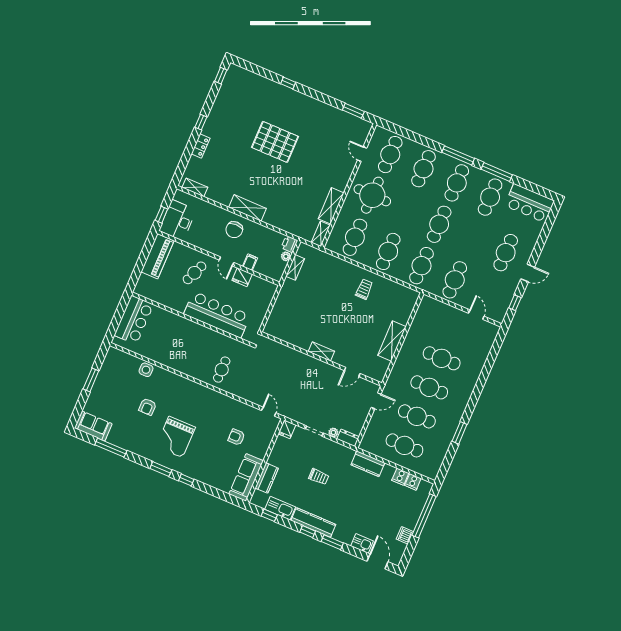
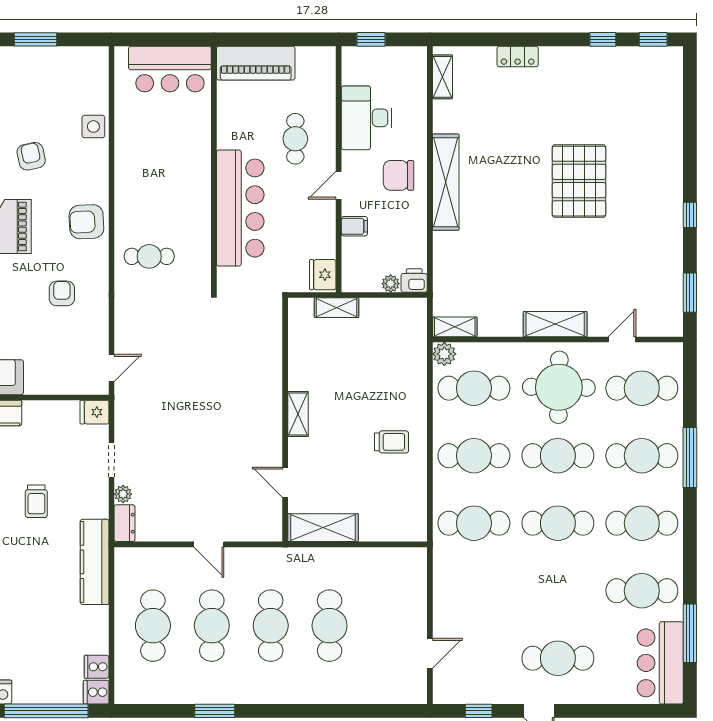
window: (288, 83) -> (690, 215), moved
window: (201, 122) -> (603, 39), moved
window: (458, 155) -> (690, 457), moved
window: (497, 172) -> (690, 633), moved
shelving: (331, 206) -> (555, 324), moved
shelving: (247, 208) -> (446, 182), width x1.47
desk: (178, 220) -> (366, 118), moved, turned -90
plant: (332, 245) -> (444, 354), added
piano: (157, 256) -> (256, 63), moved
shelving: (295, 267) -> (337, 308), moved
cafe table: (194, 273) -> (295, 139), turned 67
fridge: (242, 277) -> (323, 275), moved
cafe table: (455, 280) -> (558, 456), moved
shelving: (321, 351) -> (298, 414), moved
wall: (321, 359) -> (285, 420), moved
door: (352, 372) -> (285, 482), moved
armchair: (191, 393) -> (86, 222), added
armchair: (148, 407) -> (31, 156), turned 78
armchair: (236, 437) -> (62, 293), moved
kitchen counter: (368, 464) -> (95, 562), width x1.50
cooker: (400, 477) -> (96, 692), moved

